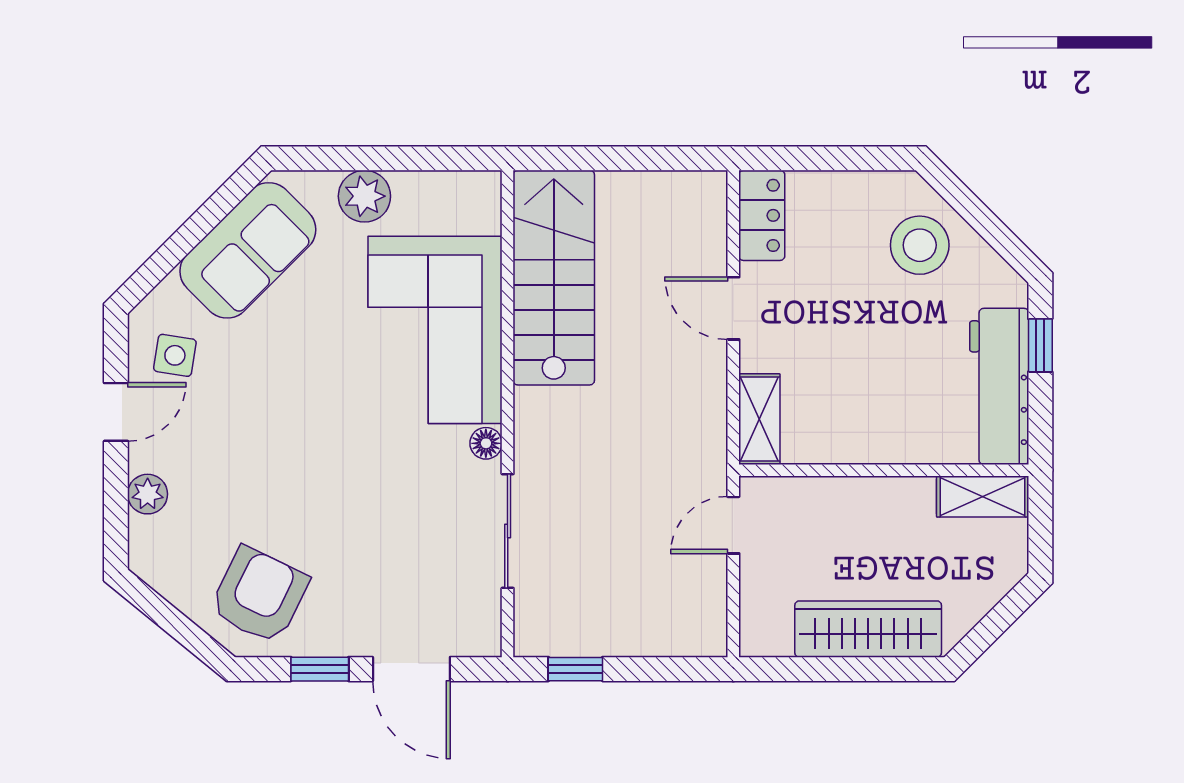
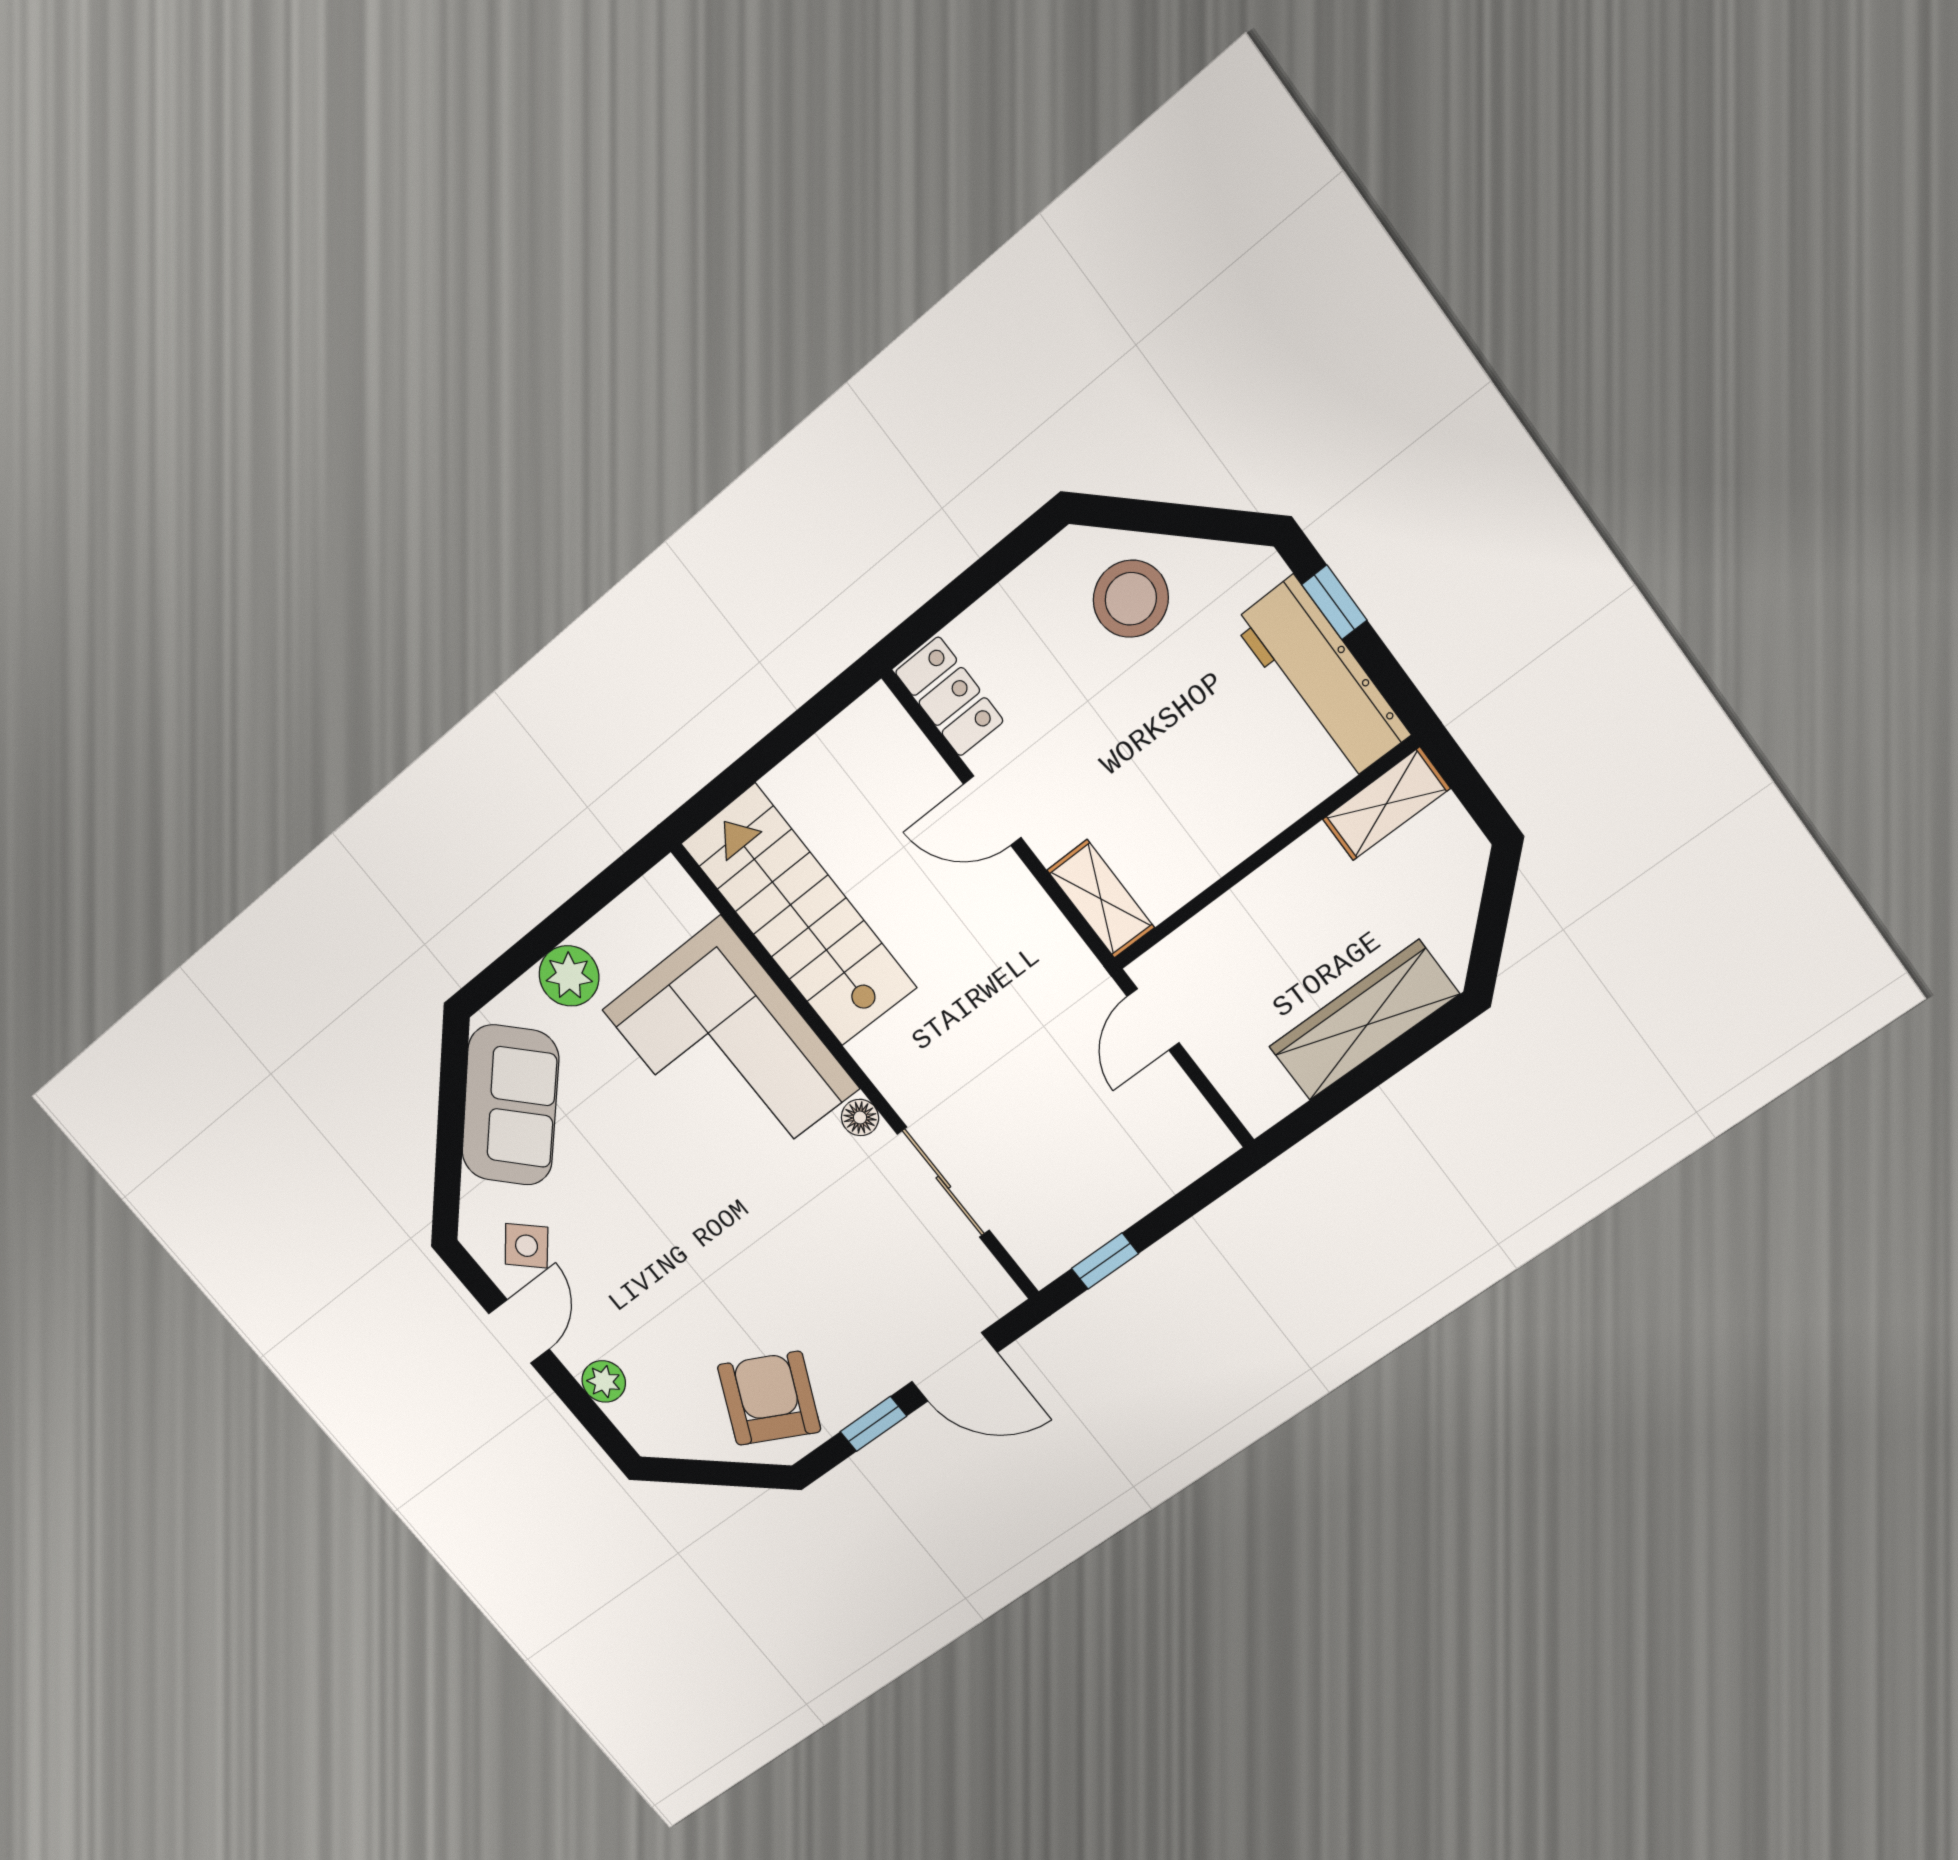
side table: (175, 355) -> (527, 1246), turned 33

